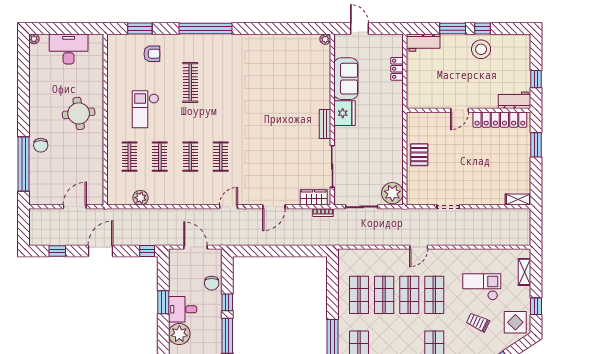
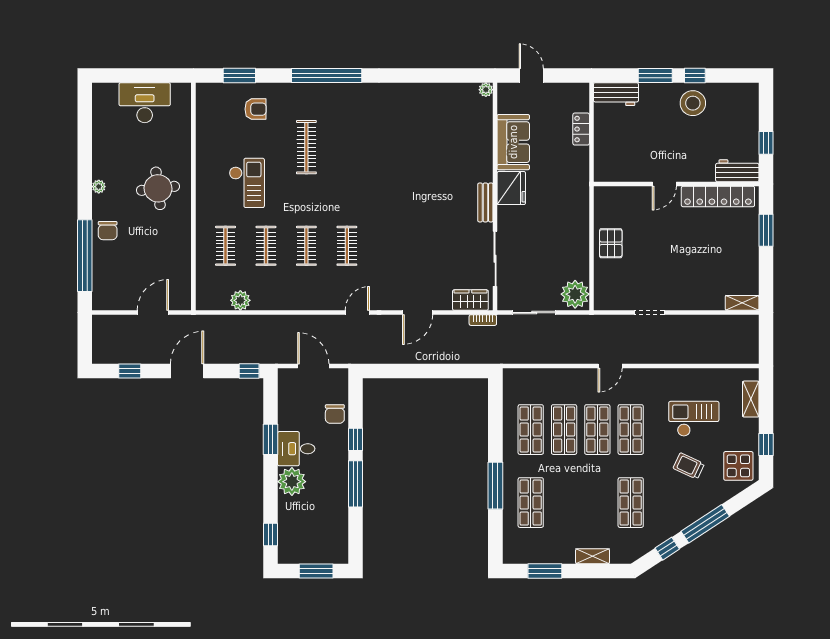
plant: (34, 39) -> (99, 187), moved
checkout: (145, 109) -> (247, 183), turned 180

